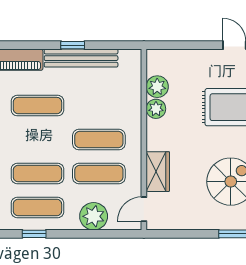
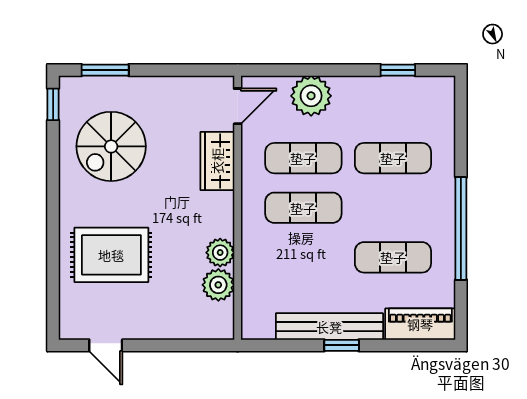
exercise mat: (37, 207) -> (393, 109), removed

